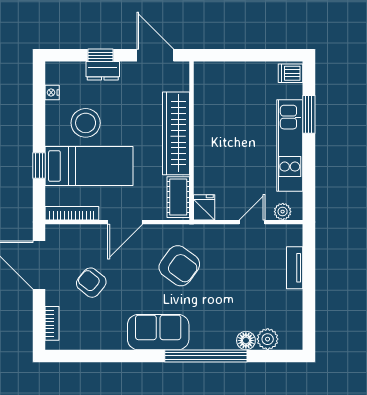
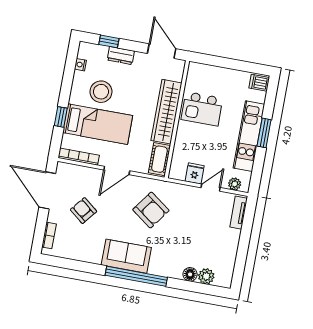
window: (101, 55) -> (109, 41), moved
window: (309, 114) -> (264, 133), moved
kitchen island: (222, 121) -> (202, 109), added
fridge: (204, 207) -> (195, 173), moved
tv unit: (295, 268) -> (239, 213), moved
window: (206, 356) -> (136, 276), moved

